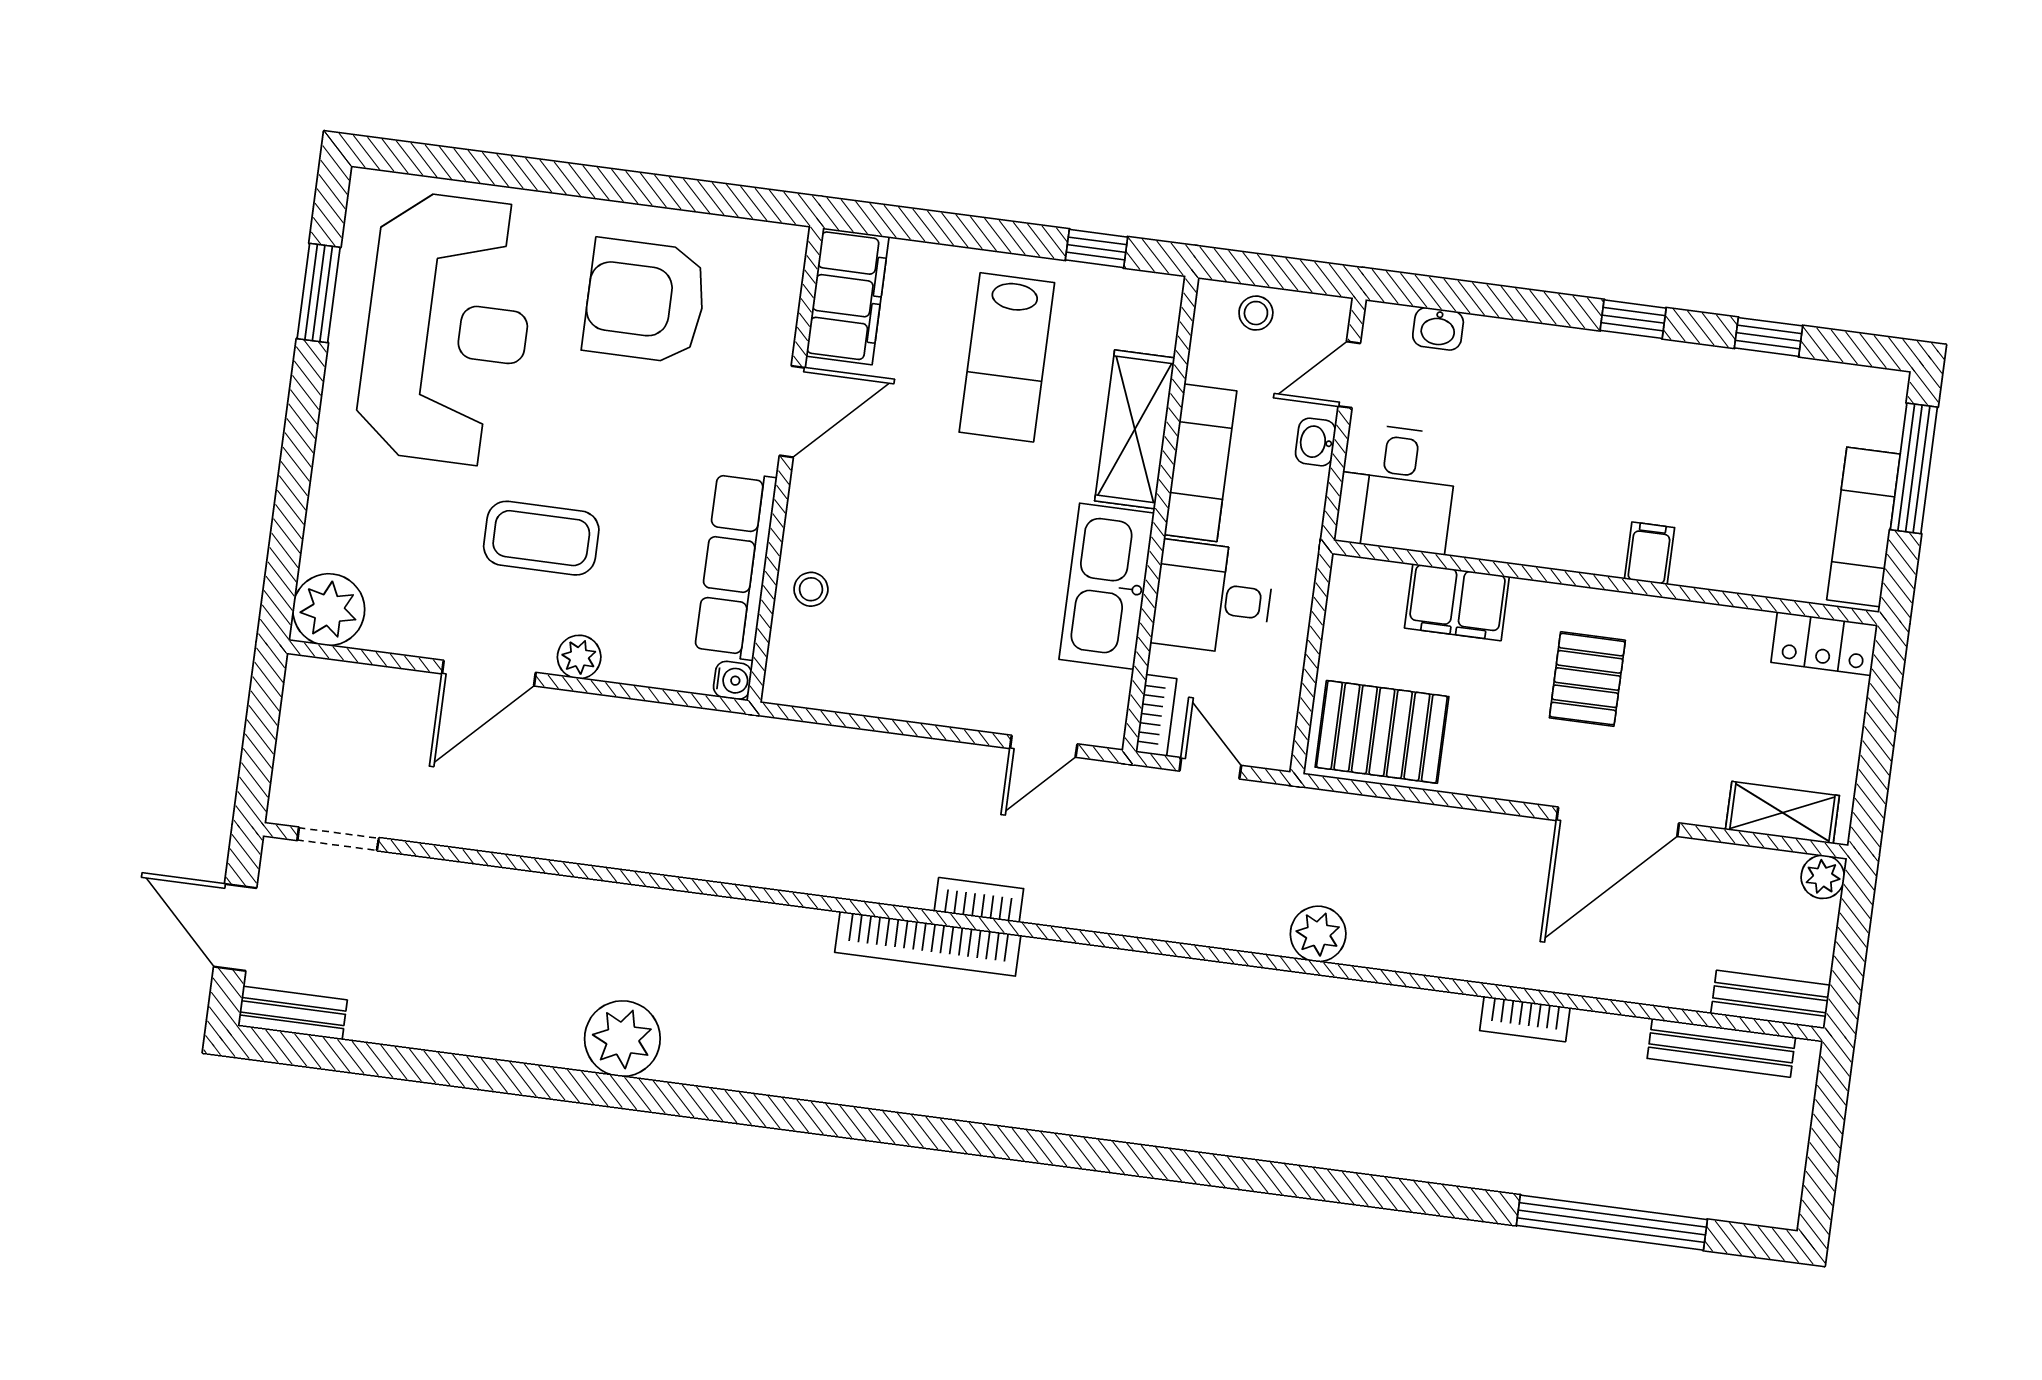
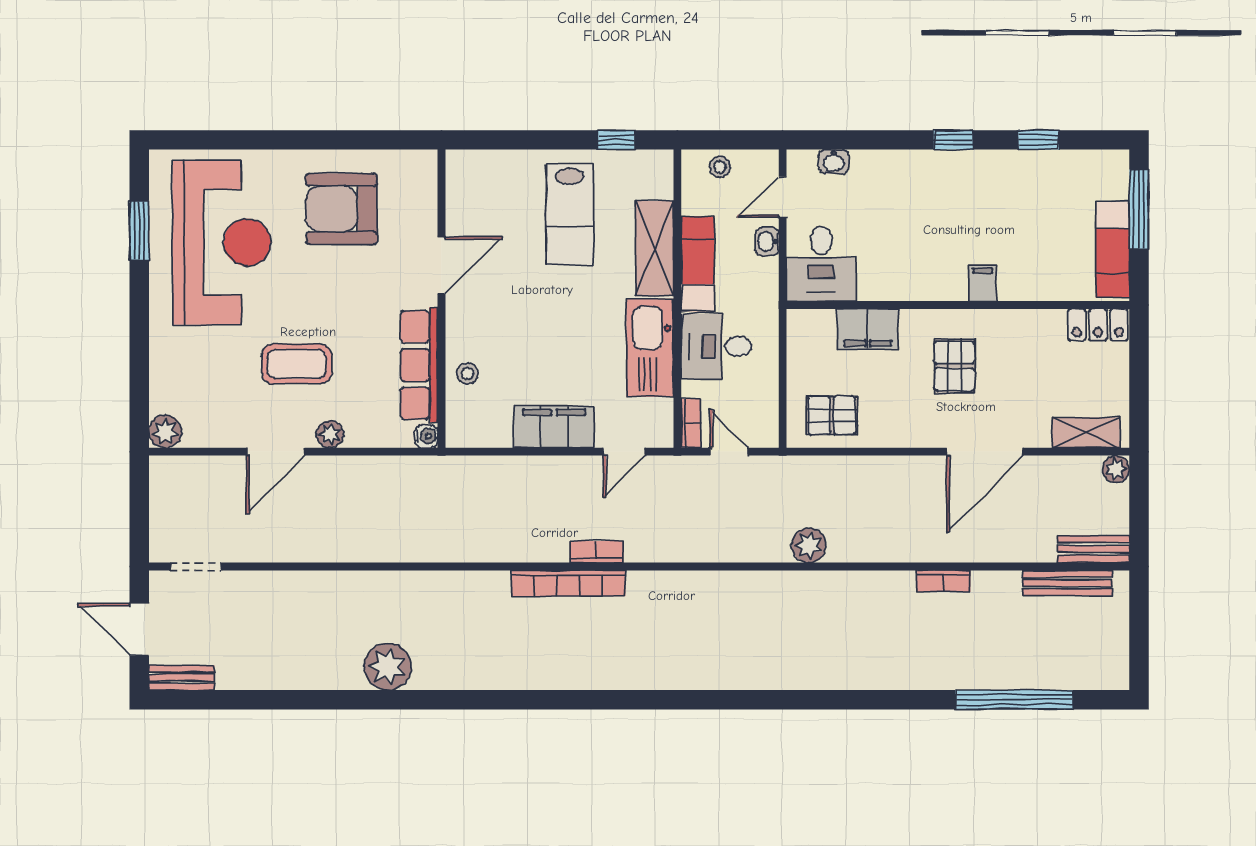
filing cabinet: (847, 296) -> (554, 427), moved, turned -90
plant: (329, 610) -> (165, 431), width x0.73, depth x0.73
pallet: (1382, 732) -> (832, 415), width x0.67, depth x0.71

